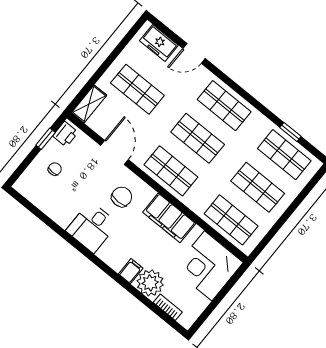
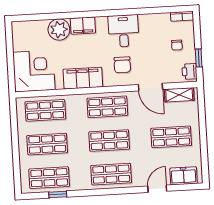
shelving: (89, 104) -> (179, 95), moved, turned 90
filing cabinet: (131, 271) -> (83, 26), width x2.00
bookcase: (168, 307) -> (182, 16), moved

